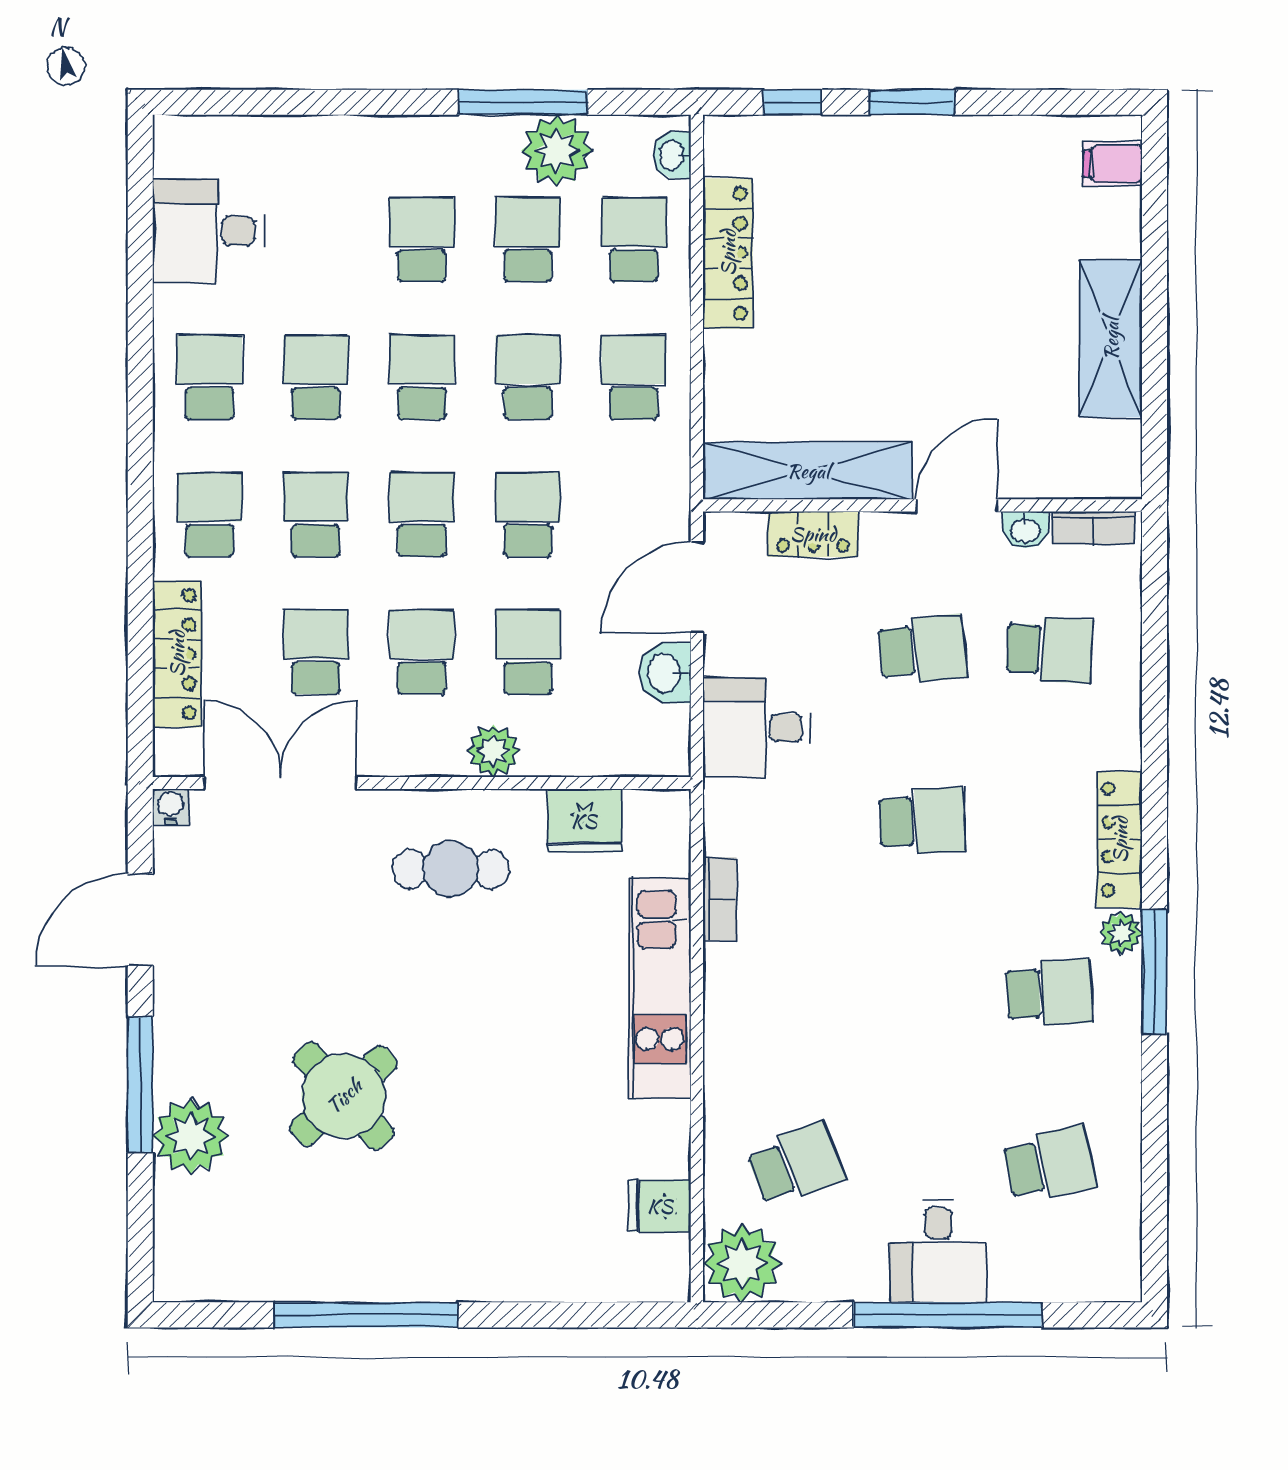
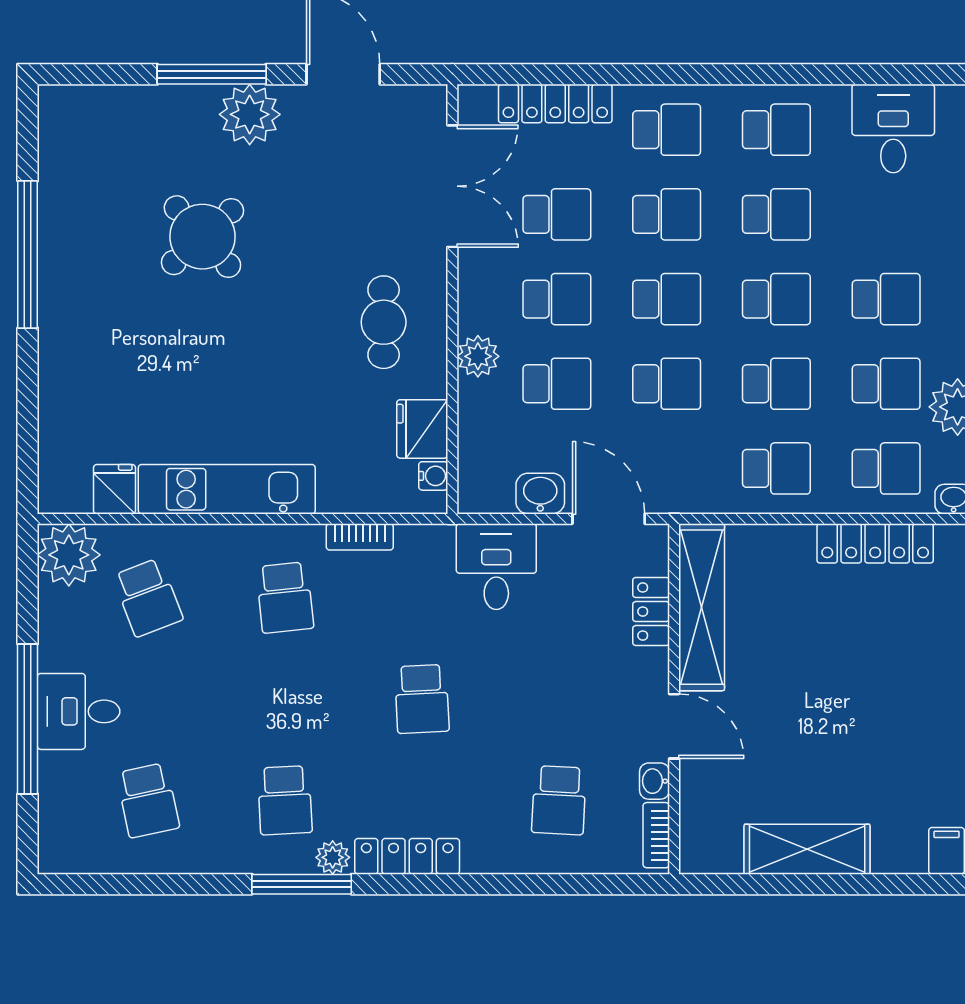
school desk: (922, 650) -> (285, 598), moved
water cooler: (171, 807) -> (433, 476), moved
kitchen unit: (660, 988) -> (227, 489), moved
plant: (191, 1136) -> (250, 114), moved

